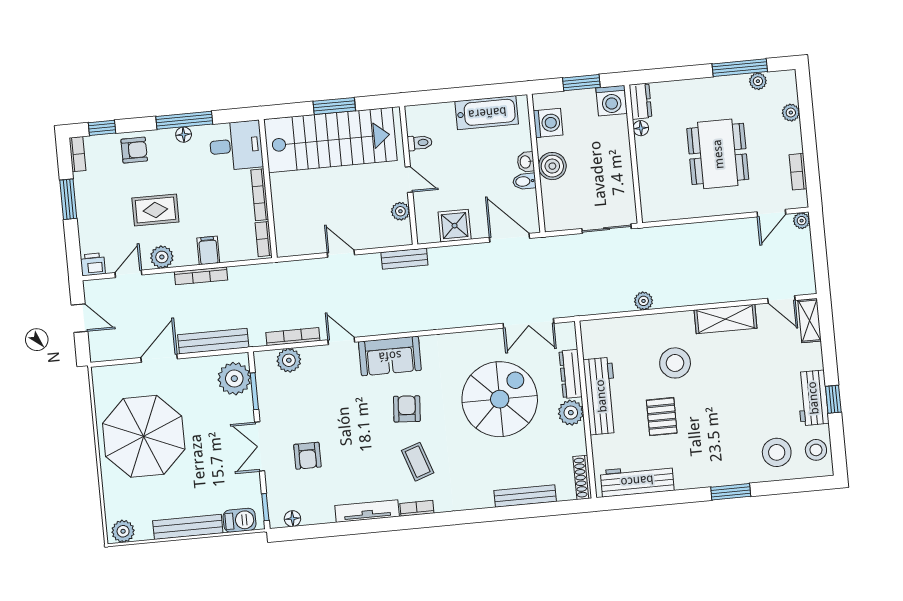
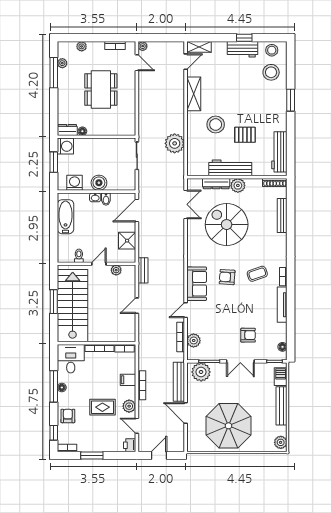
dining table: (718, 154) -> (101, 89), turned 90
rug: (155, 210) -> (102, 407), turned 90
plant: (644, 301) -> (175, 143), width x1.87, depth x1.87

